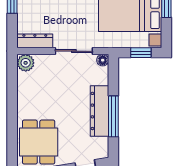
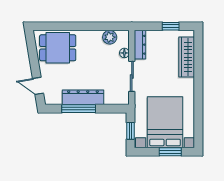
floor lamp: (103, 60) -> (124, 53), moved
plant: (26, 63) -> (110, 37), moved

